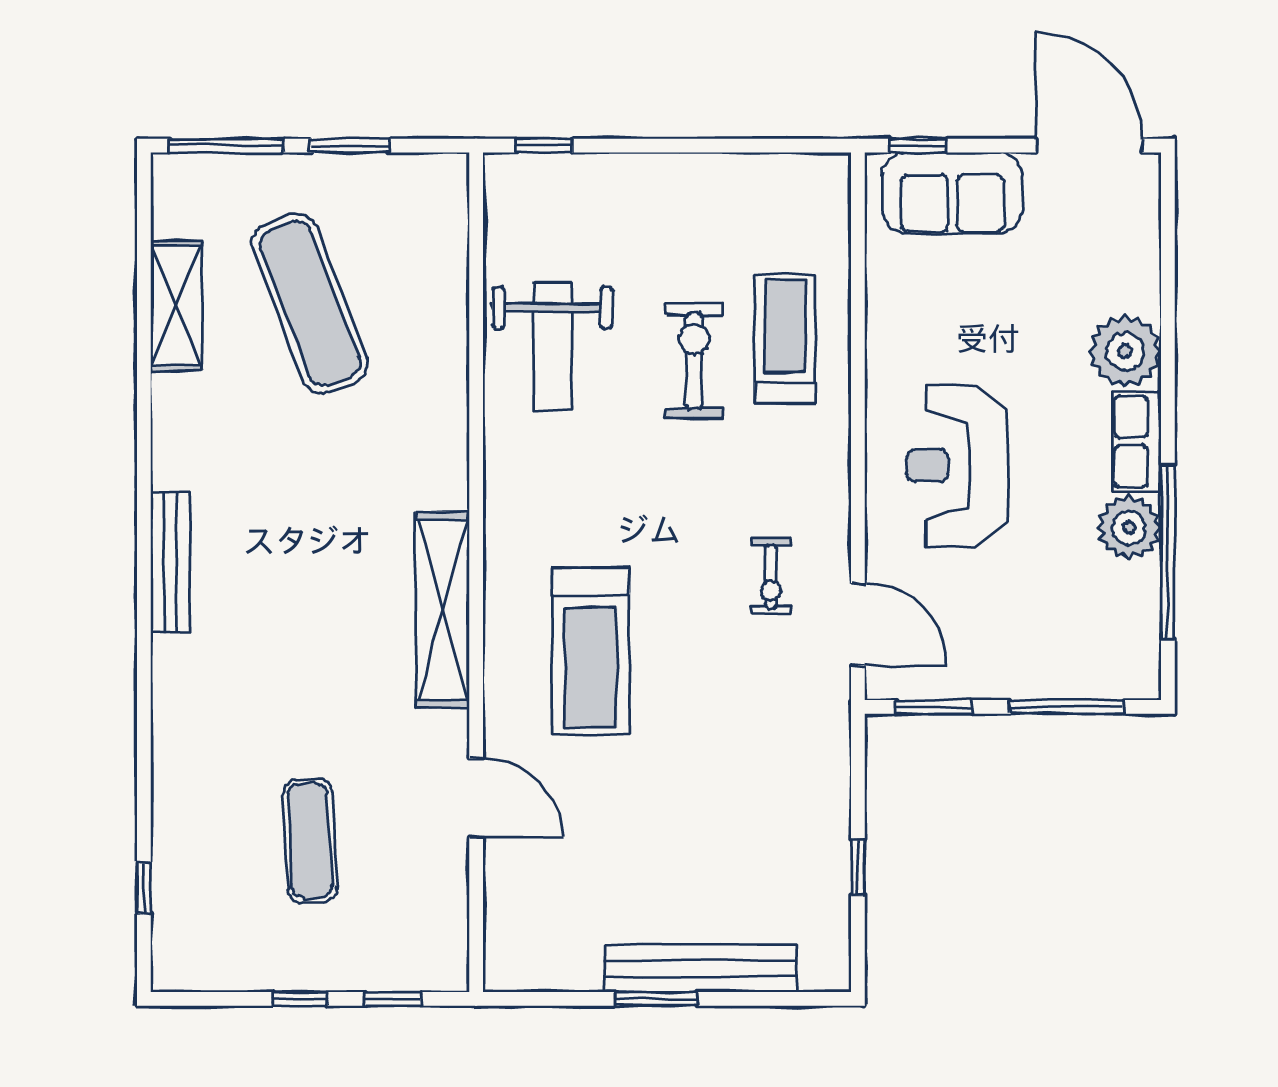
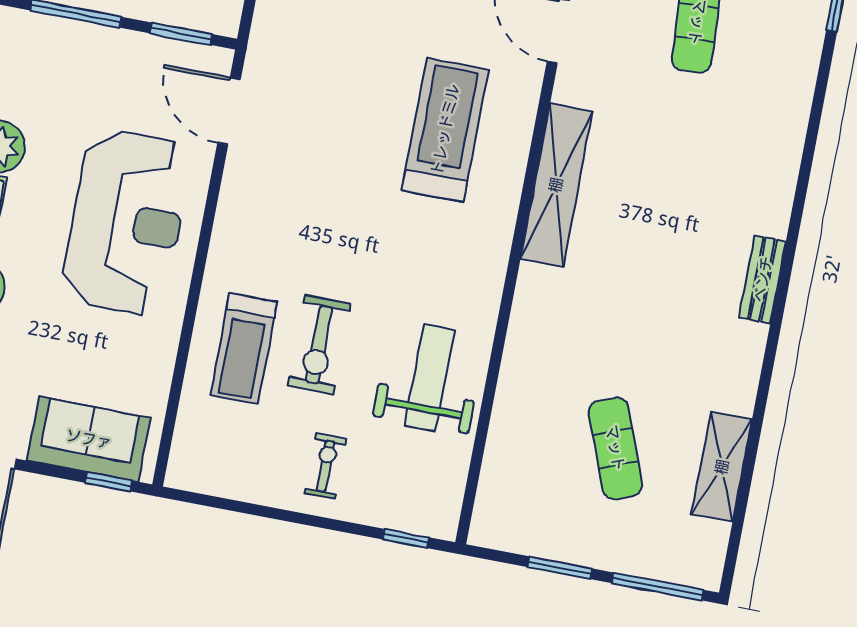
exercise mat: (310, 304) -> (615, 448), width x0.73, depth x0.69
reception desk: (957, 465) -> (126, 222), width x1.36, depth x1.30
bench: (170, 562) -> (763, 279), width x0.73
exercise bike: (771, 576) -> (326, 466), moved

